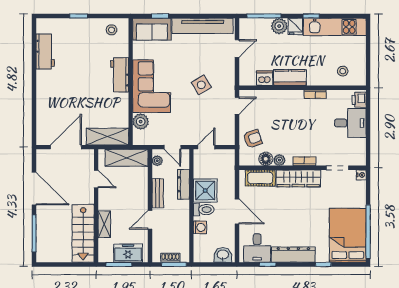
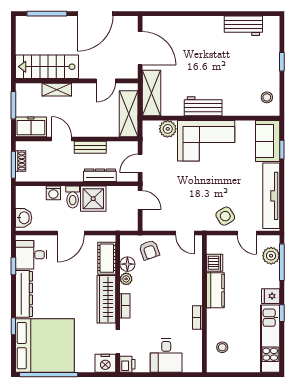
plant: (279, 26) -> (271, 256), moved
workbench: (120, 75) -> (203, 106), moved
side table: (201, 85) -> (225, 216), moved
printer: (359, 100) -> (127, 364), moved, turned 90
plant: (157, 161) -> (125, 147), removed
nightstand: (361, 175) -> (105, 363), width x1.89, depth x1.79
bed: (348, 235) -> (45, 346), width x1.36
freezer: (128, 253) -> (31, 127), moved, turned -90

